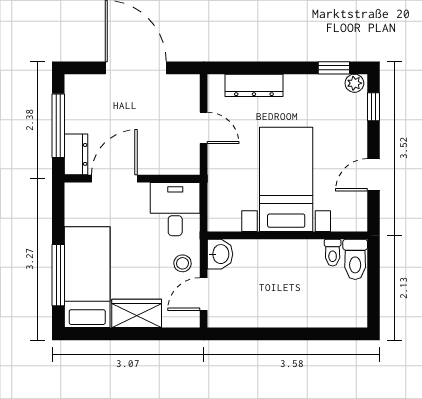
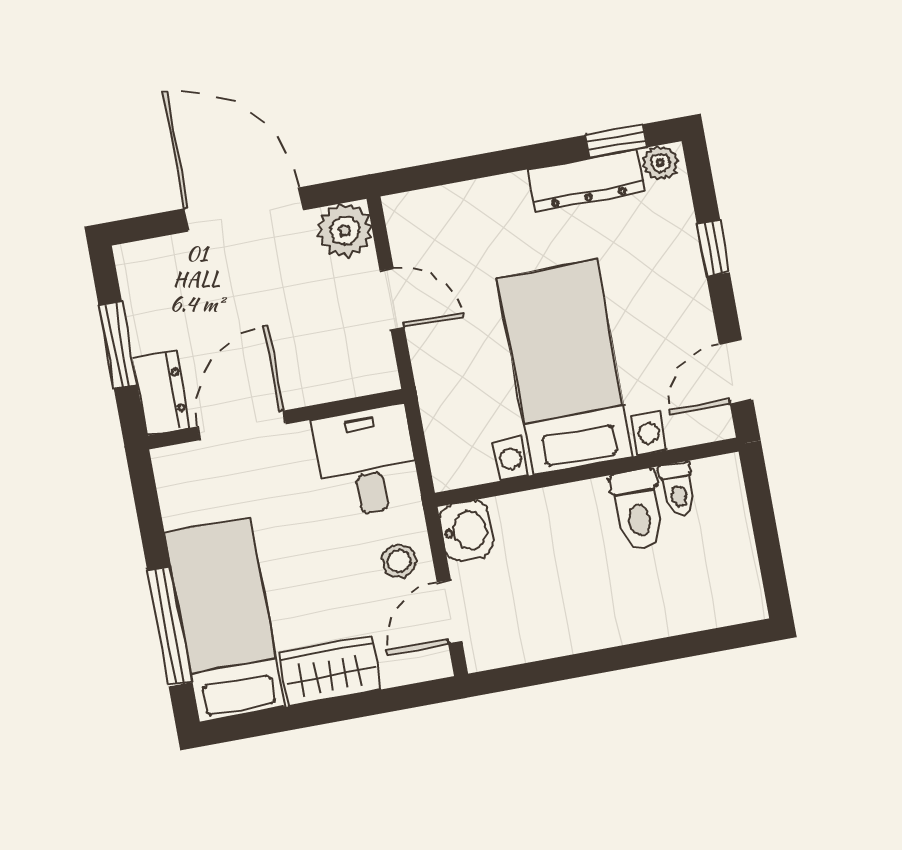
dresser: (254, 85) -> (586, 181), moved
plant: (186, 88) -> (345, 230), added
window: (374, 107) -> (713, 248), moved
window: (58, 126) -> (118, 345), width x0.69
door: (374, 175) -> (736, 372), moved
toilet: (355, 259) -> (638, 509), moved

